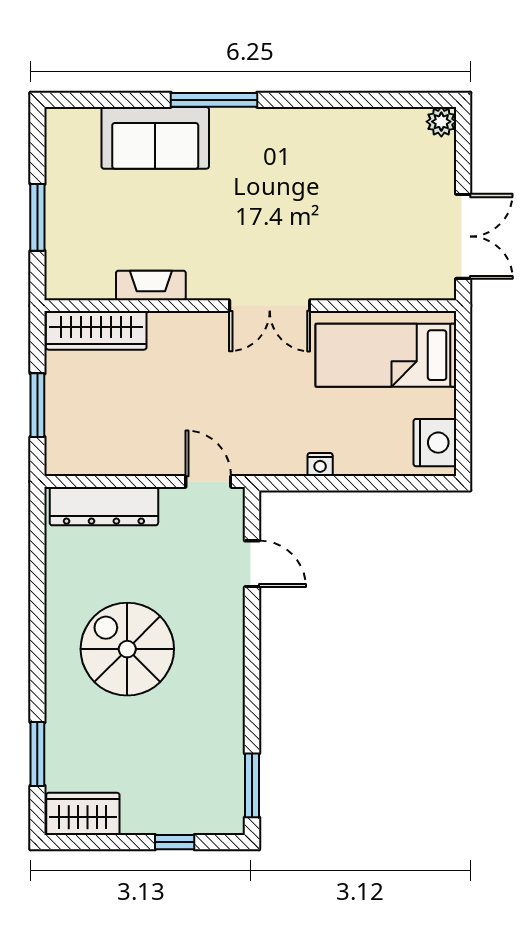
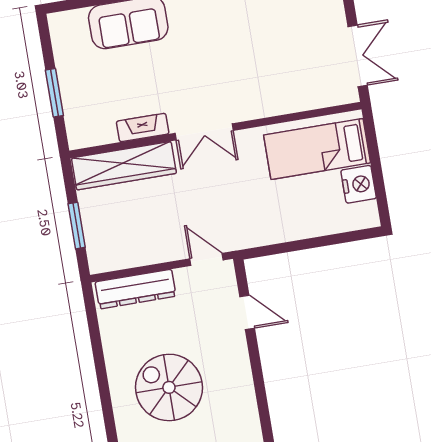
double door: (270, 306) -> (204, 132), moved
wardrobe: (96, 330) -> (124, 166), width x1.40, depth x1.17
nightstand: (435, 443) -> (359, 184), moved
nightstand: (320, 465) -> (284, 234), removed

